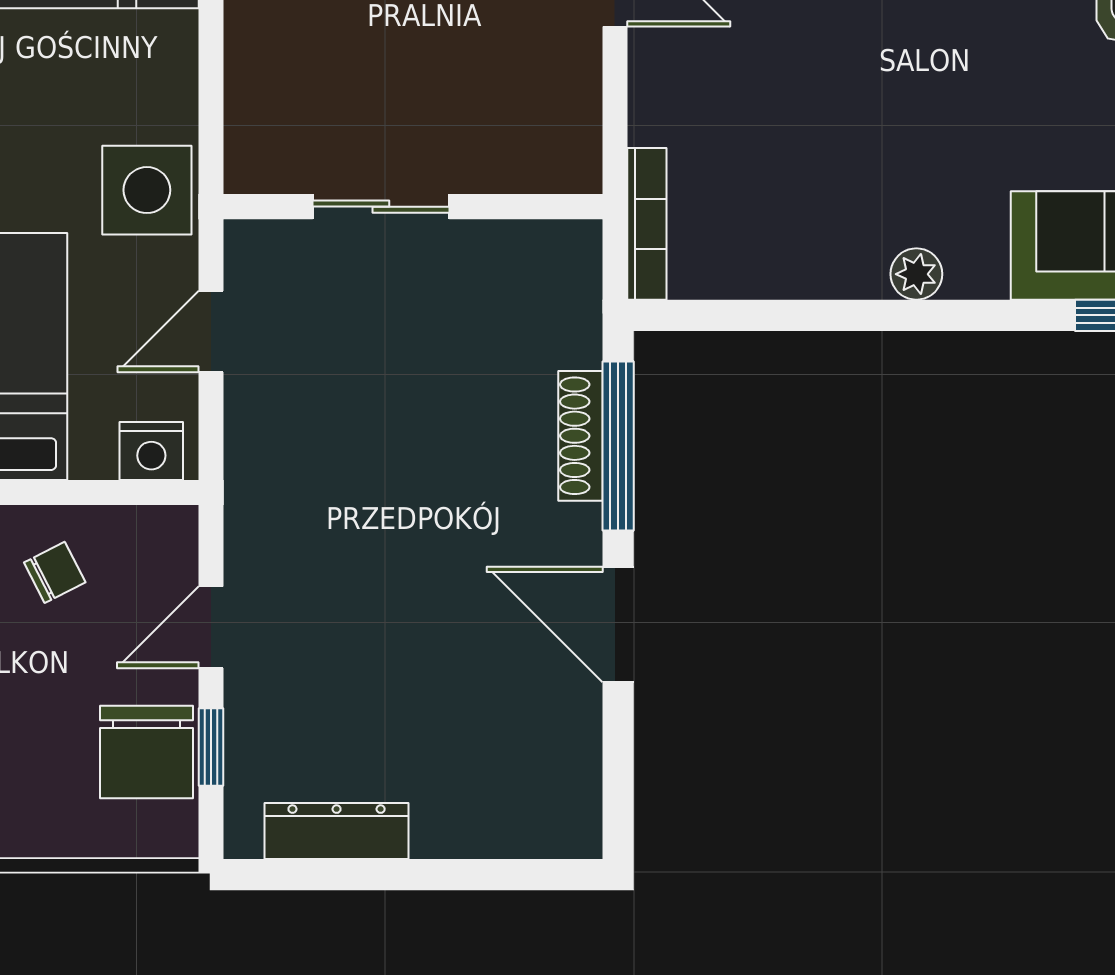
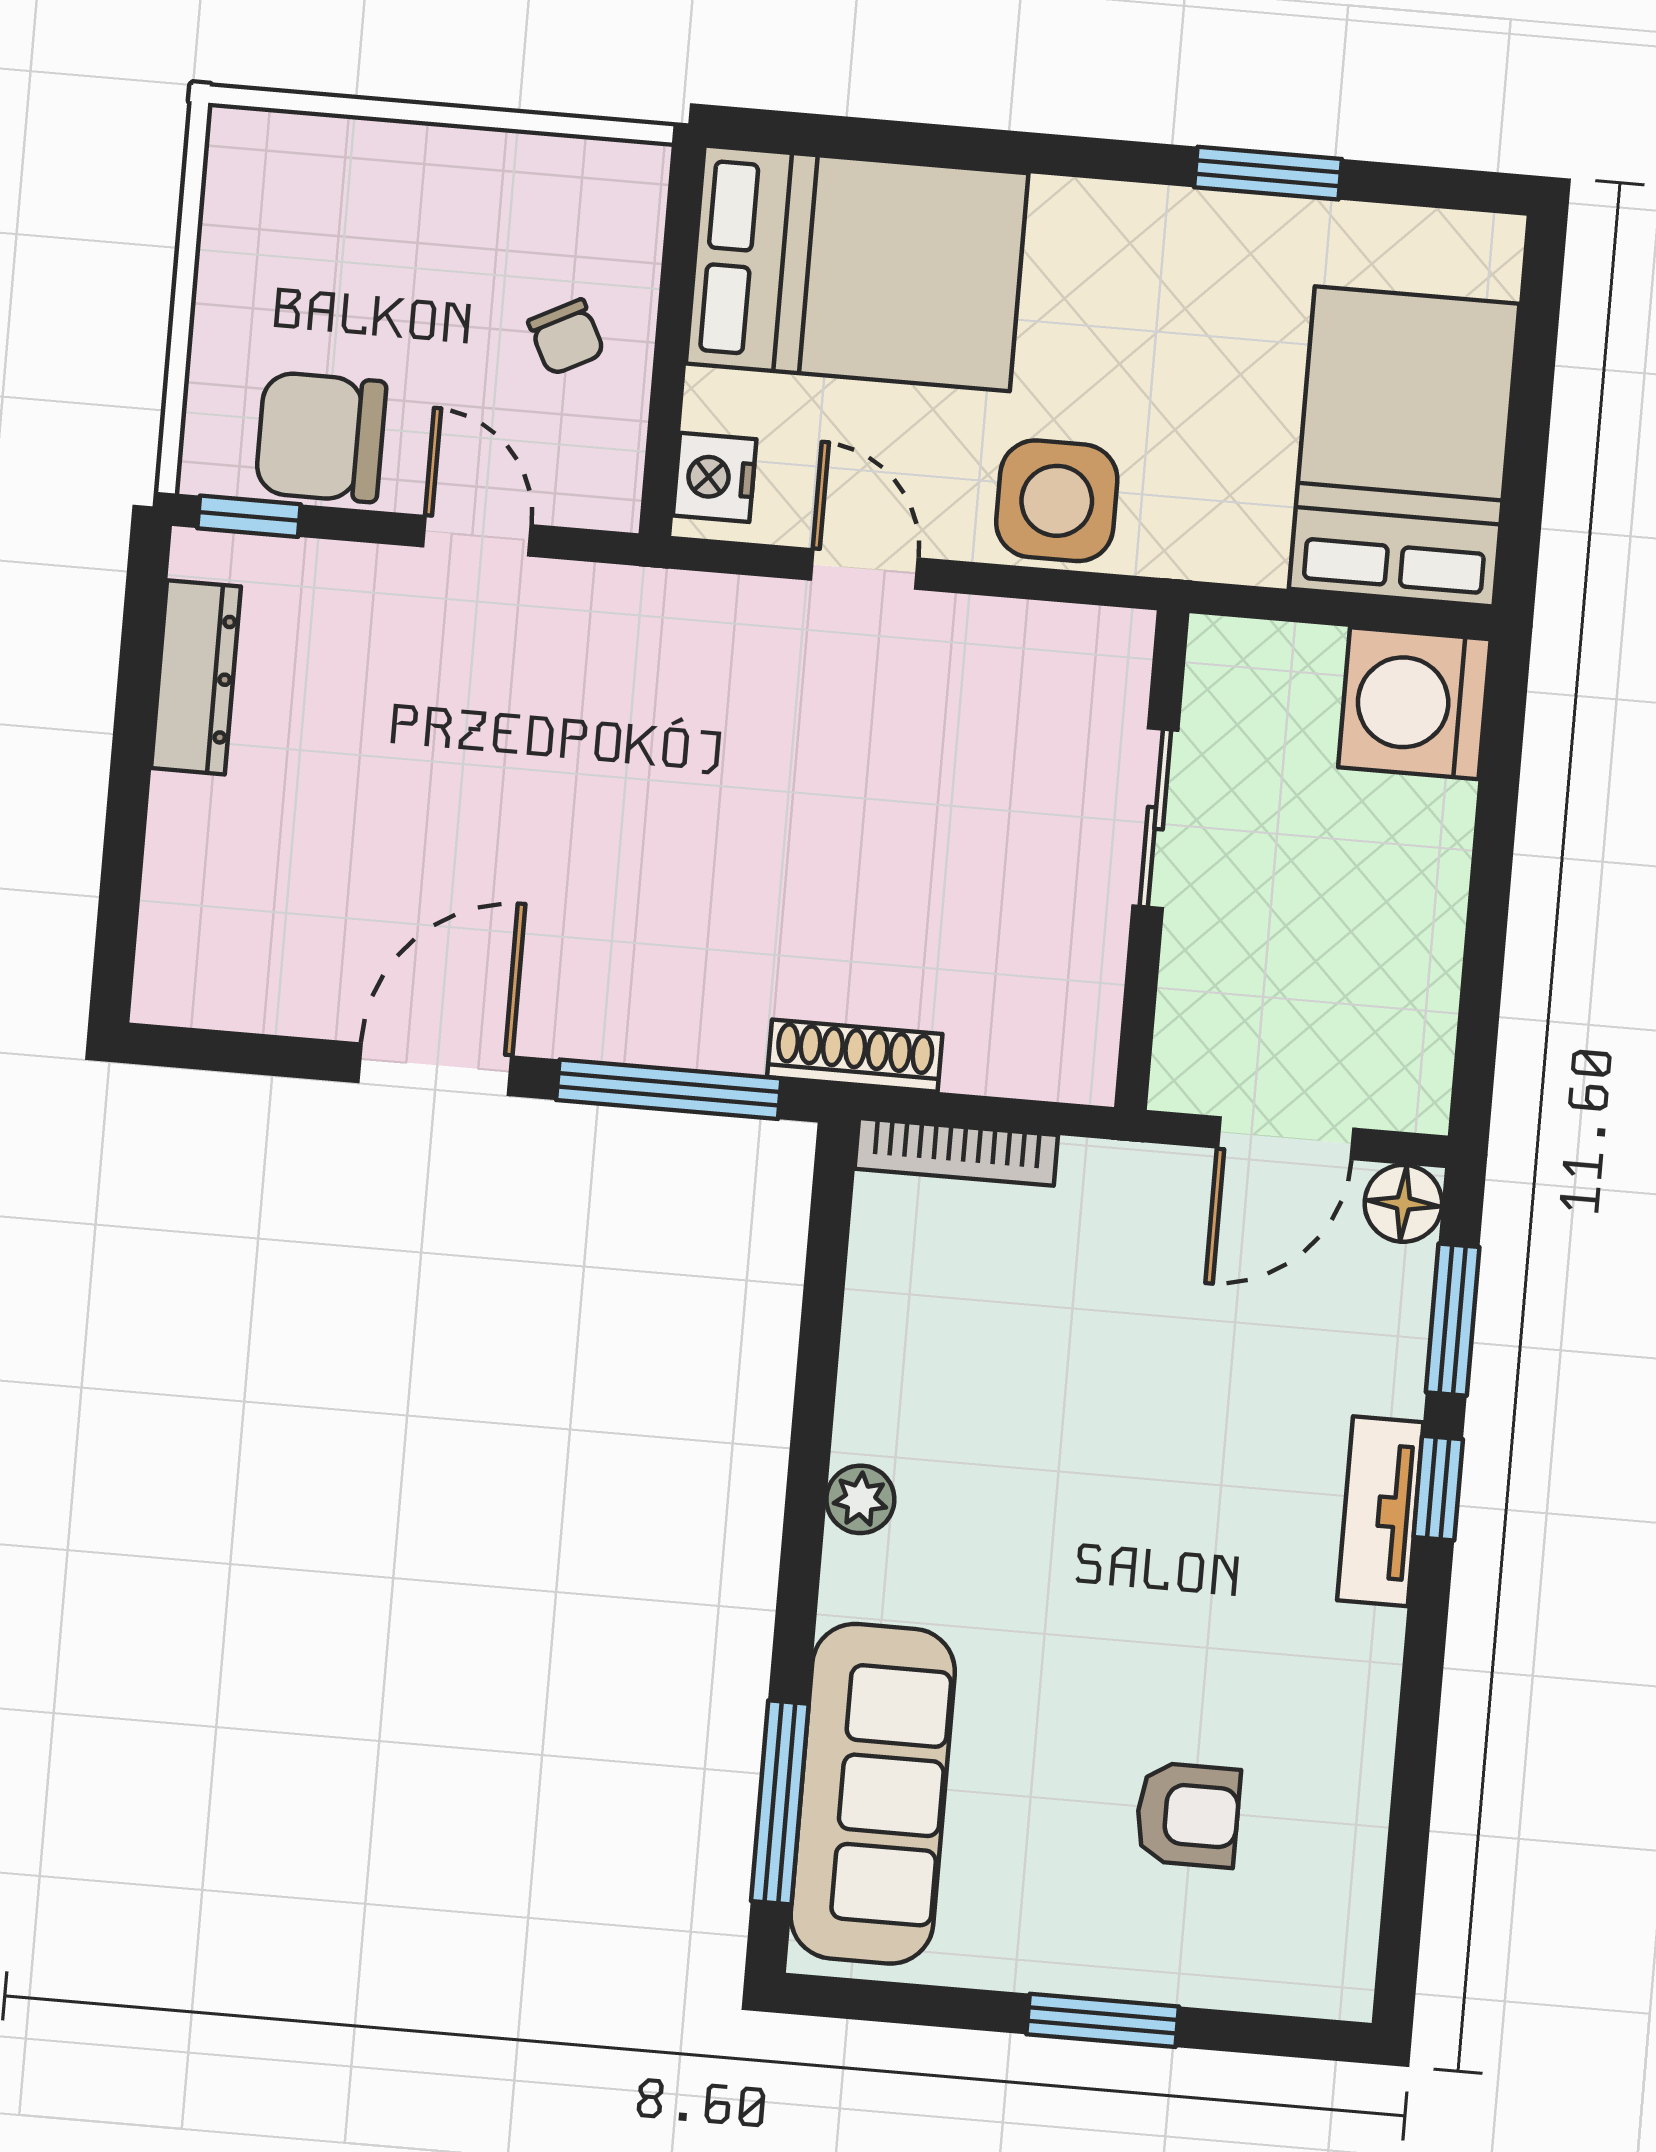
sliding door: (381, 207) -> (1155, 818), moved
wall: (413, 207) -> (1152, 860), moved
shoe rack: (580, 436) -> (855, 1056), moved
window: (211, 747) -> (249, 516), moved

